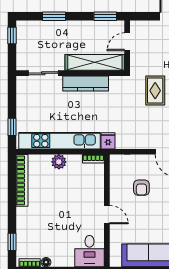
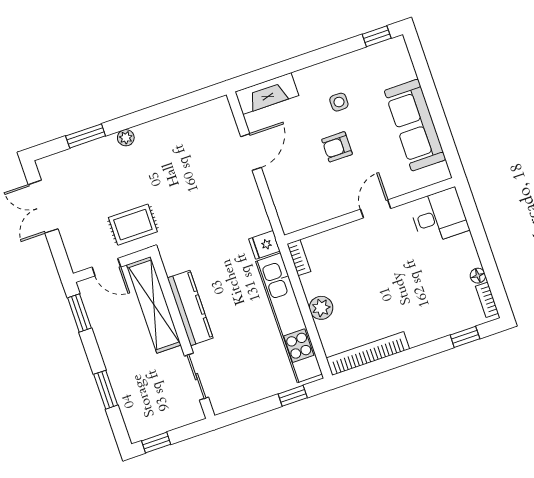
rug: (155, 91) -> (133, 225), moved
armchair: (141, 188) -> (337, 147), moved, turned 180

